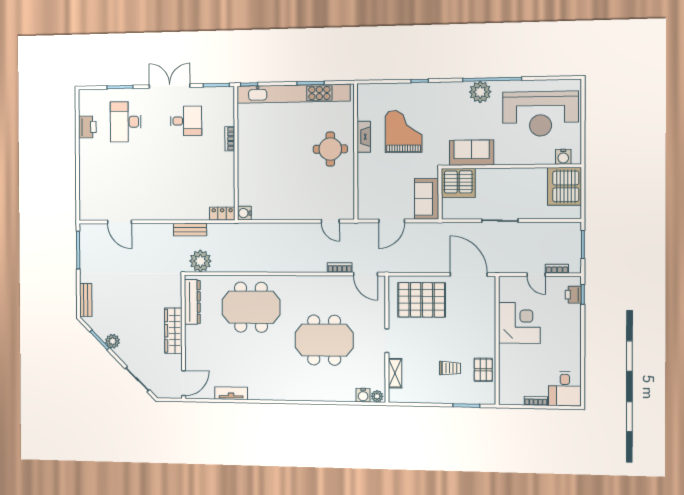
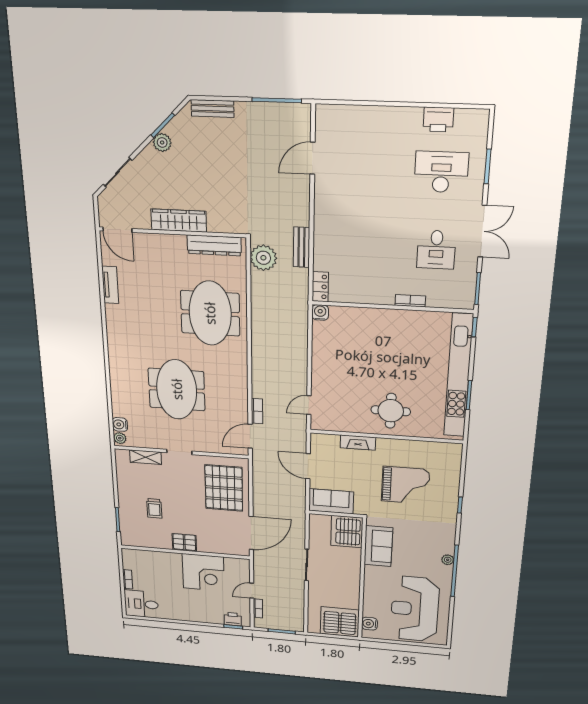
plant: (480, 92) -> (448, 560), width x0.53, depth x0.53
fireplace: (364, 137) -> (358, 443), moved
pallet: (483, 370) -> (184, 542), moved

